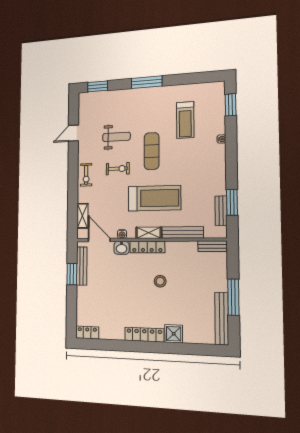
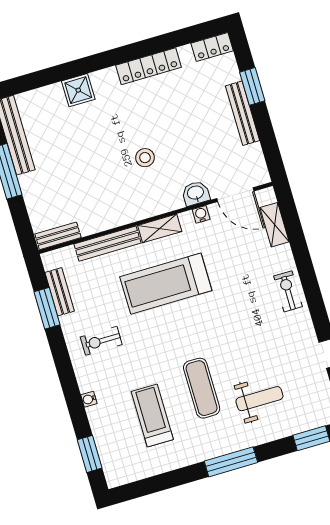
weight bench: (116, 137) -> (259, 399), moved, turned 180
exercise mat: (152, 151) -> (202, 388), moved
exercise bike: (118, 169) -> (101, 341), moved
locker: (147, 247) -> (155, 206), removed
bench: (82, 266) -> (243, 113), moved
window: (72, 274) -> (252, 86), moved
stool: (160, 281) -> (145, 158), moved
locker: (144, 335) -> (148, 66), moved

